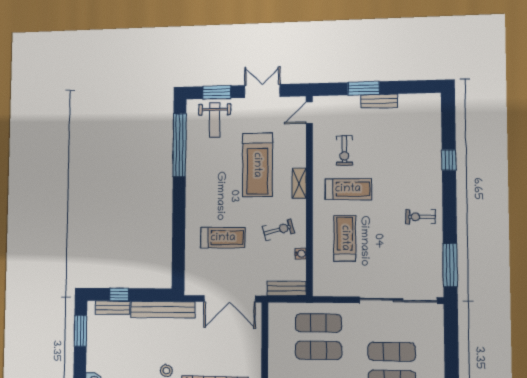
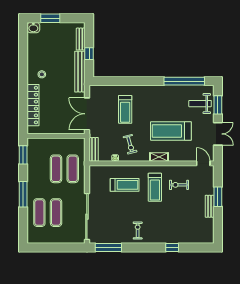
window: (119, 295) -> (89, 54), moved
window: (80, 331) -> (50, 18), moved

